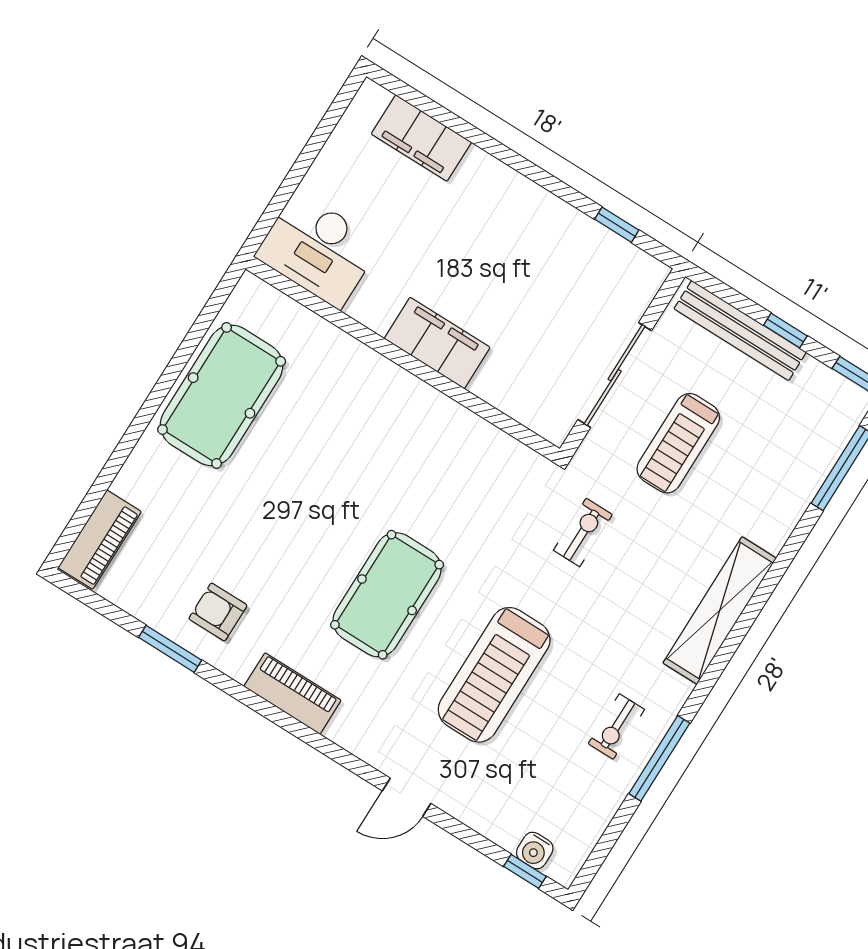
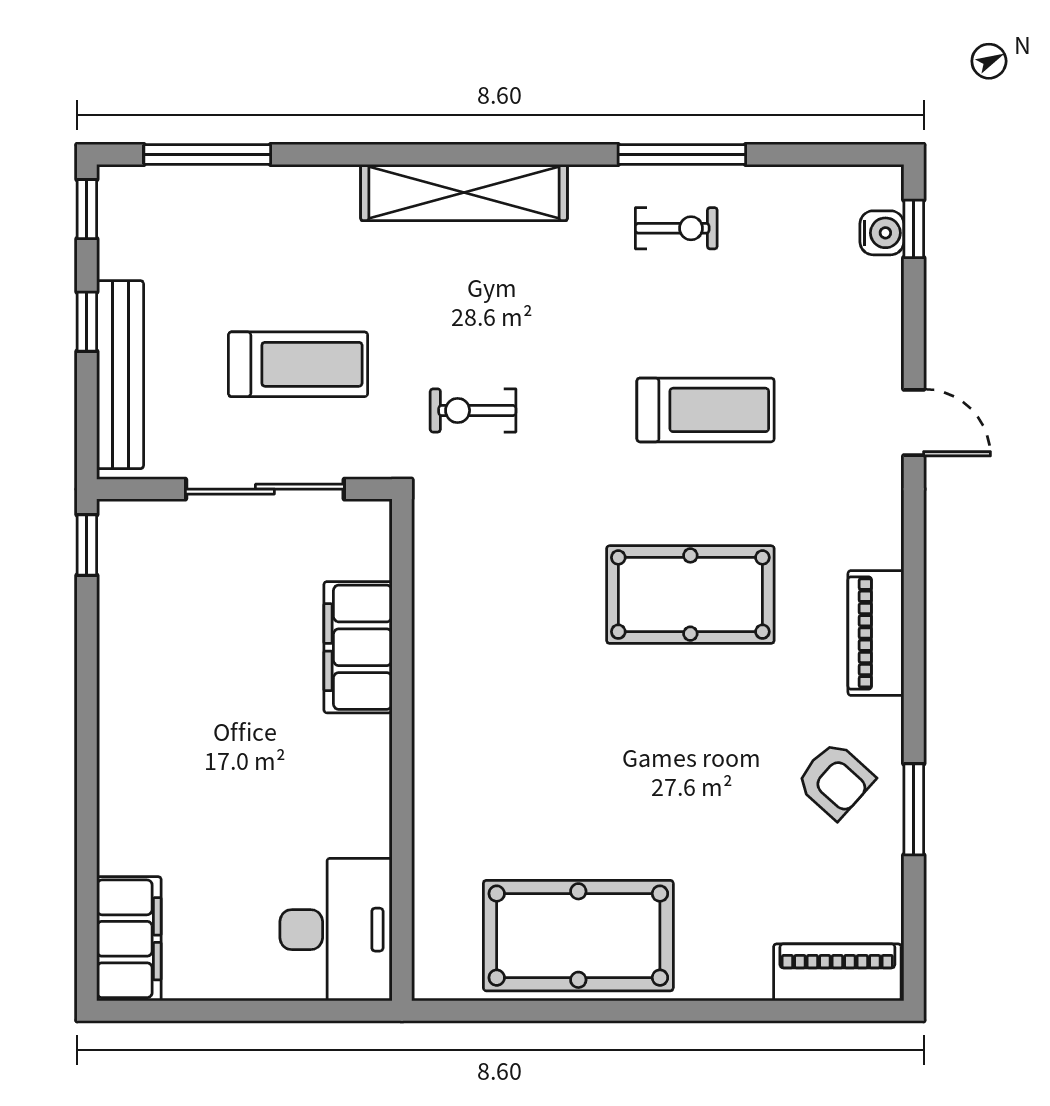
filing cabinet: (421, 138) -> (129, 939), moved
window: (617, 225) -> (87, 545), moved
filing cabinet: (437, 343) -> (358, 647), moved
armchair: (218, 612) -> (835, 780), turned -48
treadmill: (494, 675) -> (706, 410), width x0.73, depth x0.73

